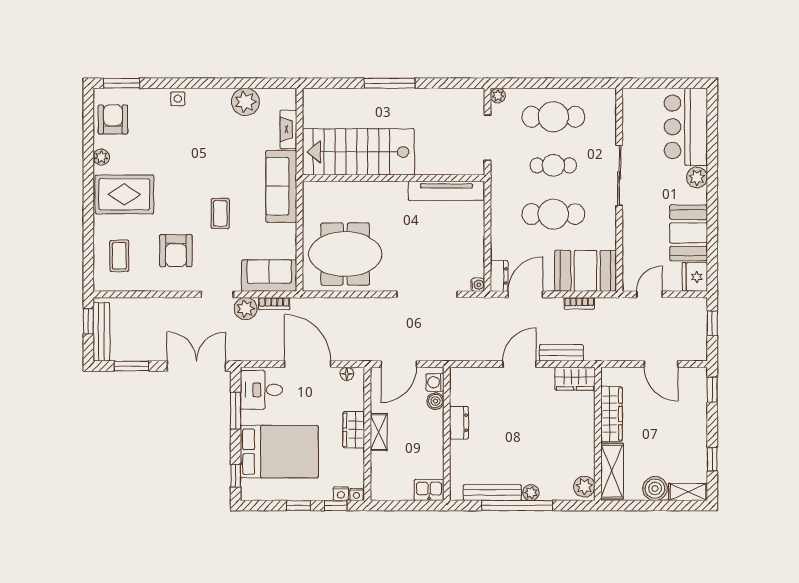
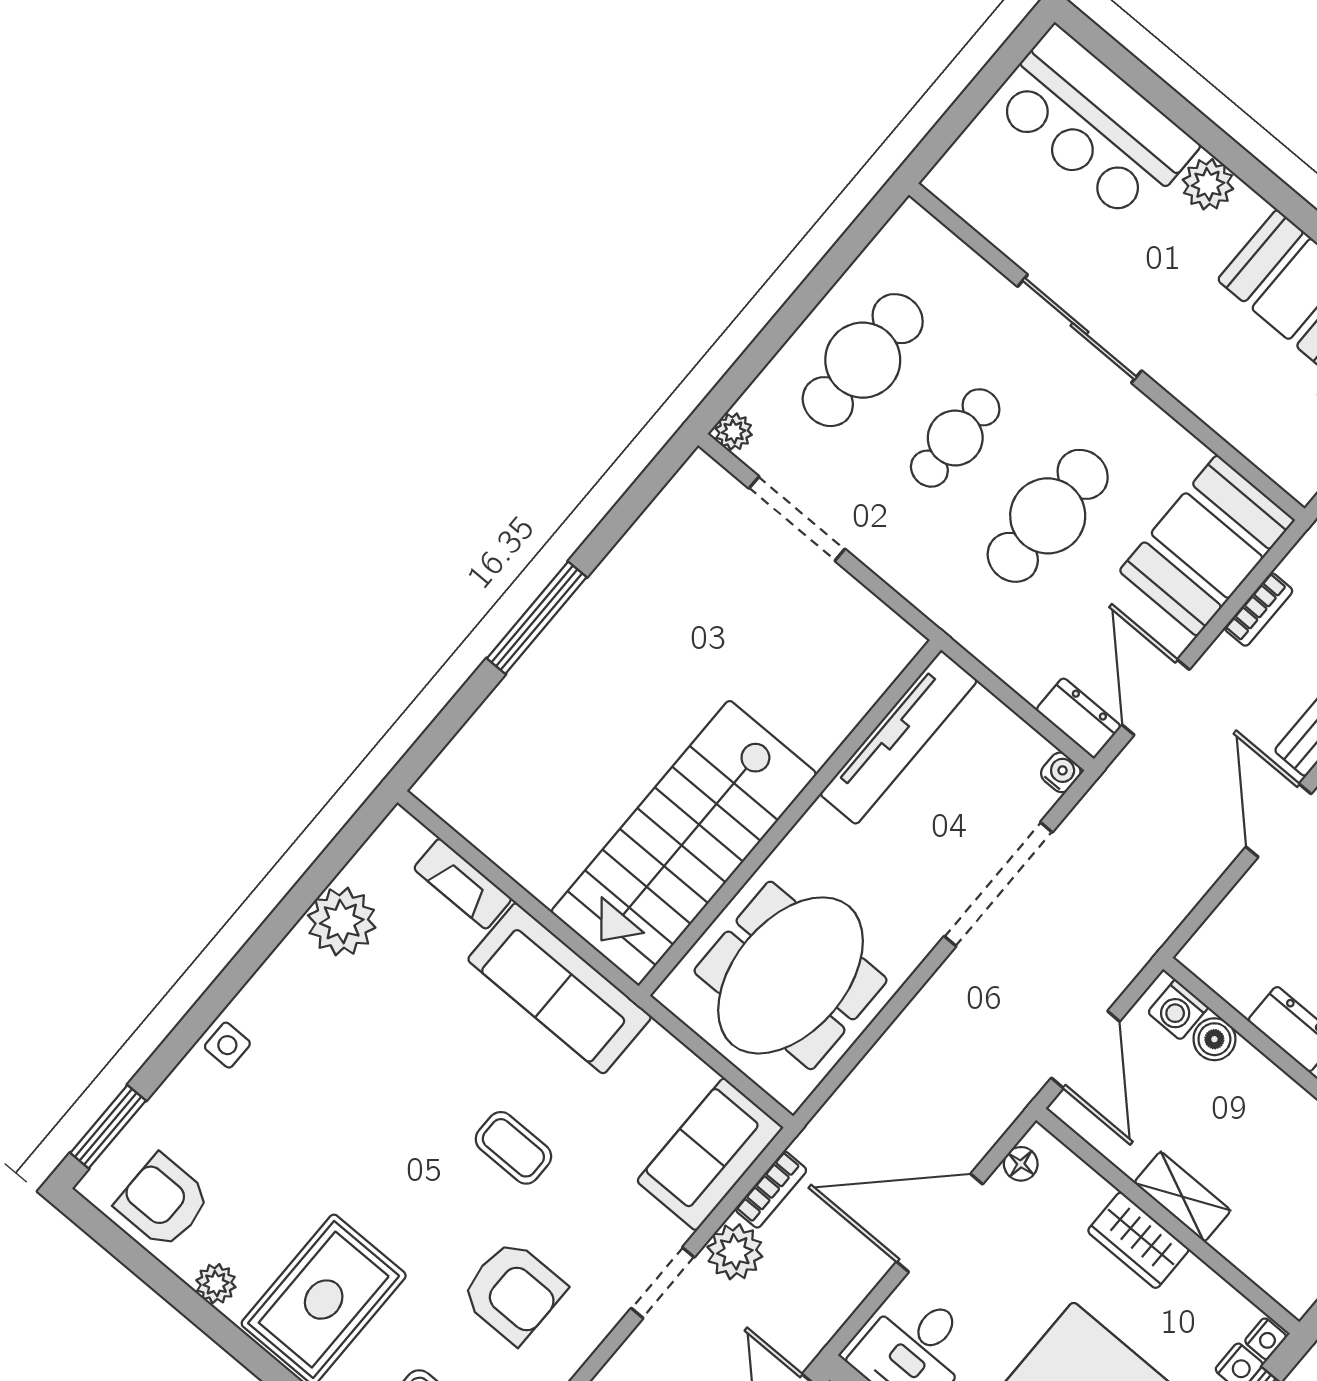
stairs: (358, 152) -> (684, 843), moved
wall: (394, 178) -> (790, 818), moved
tv unit: (446, 191) -> (899, 737), moved

